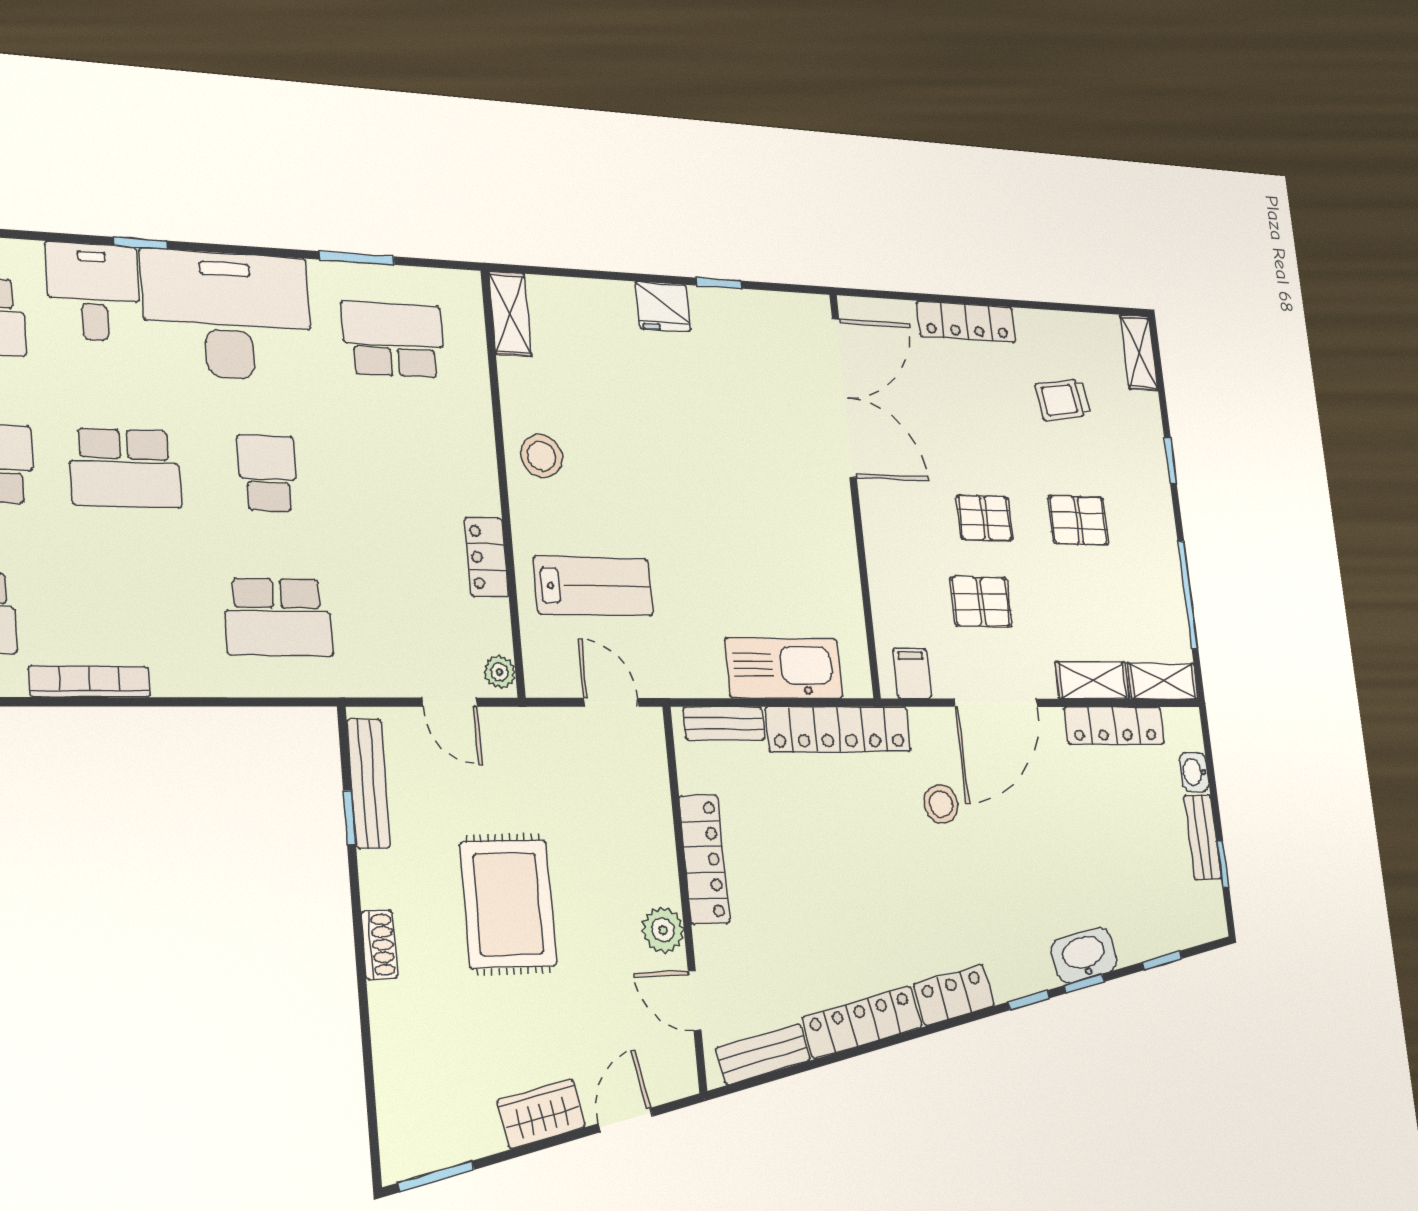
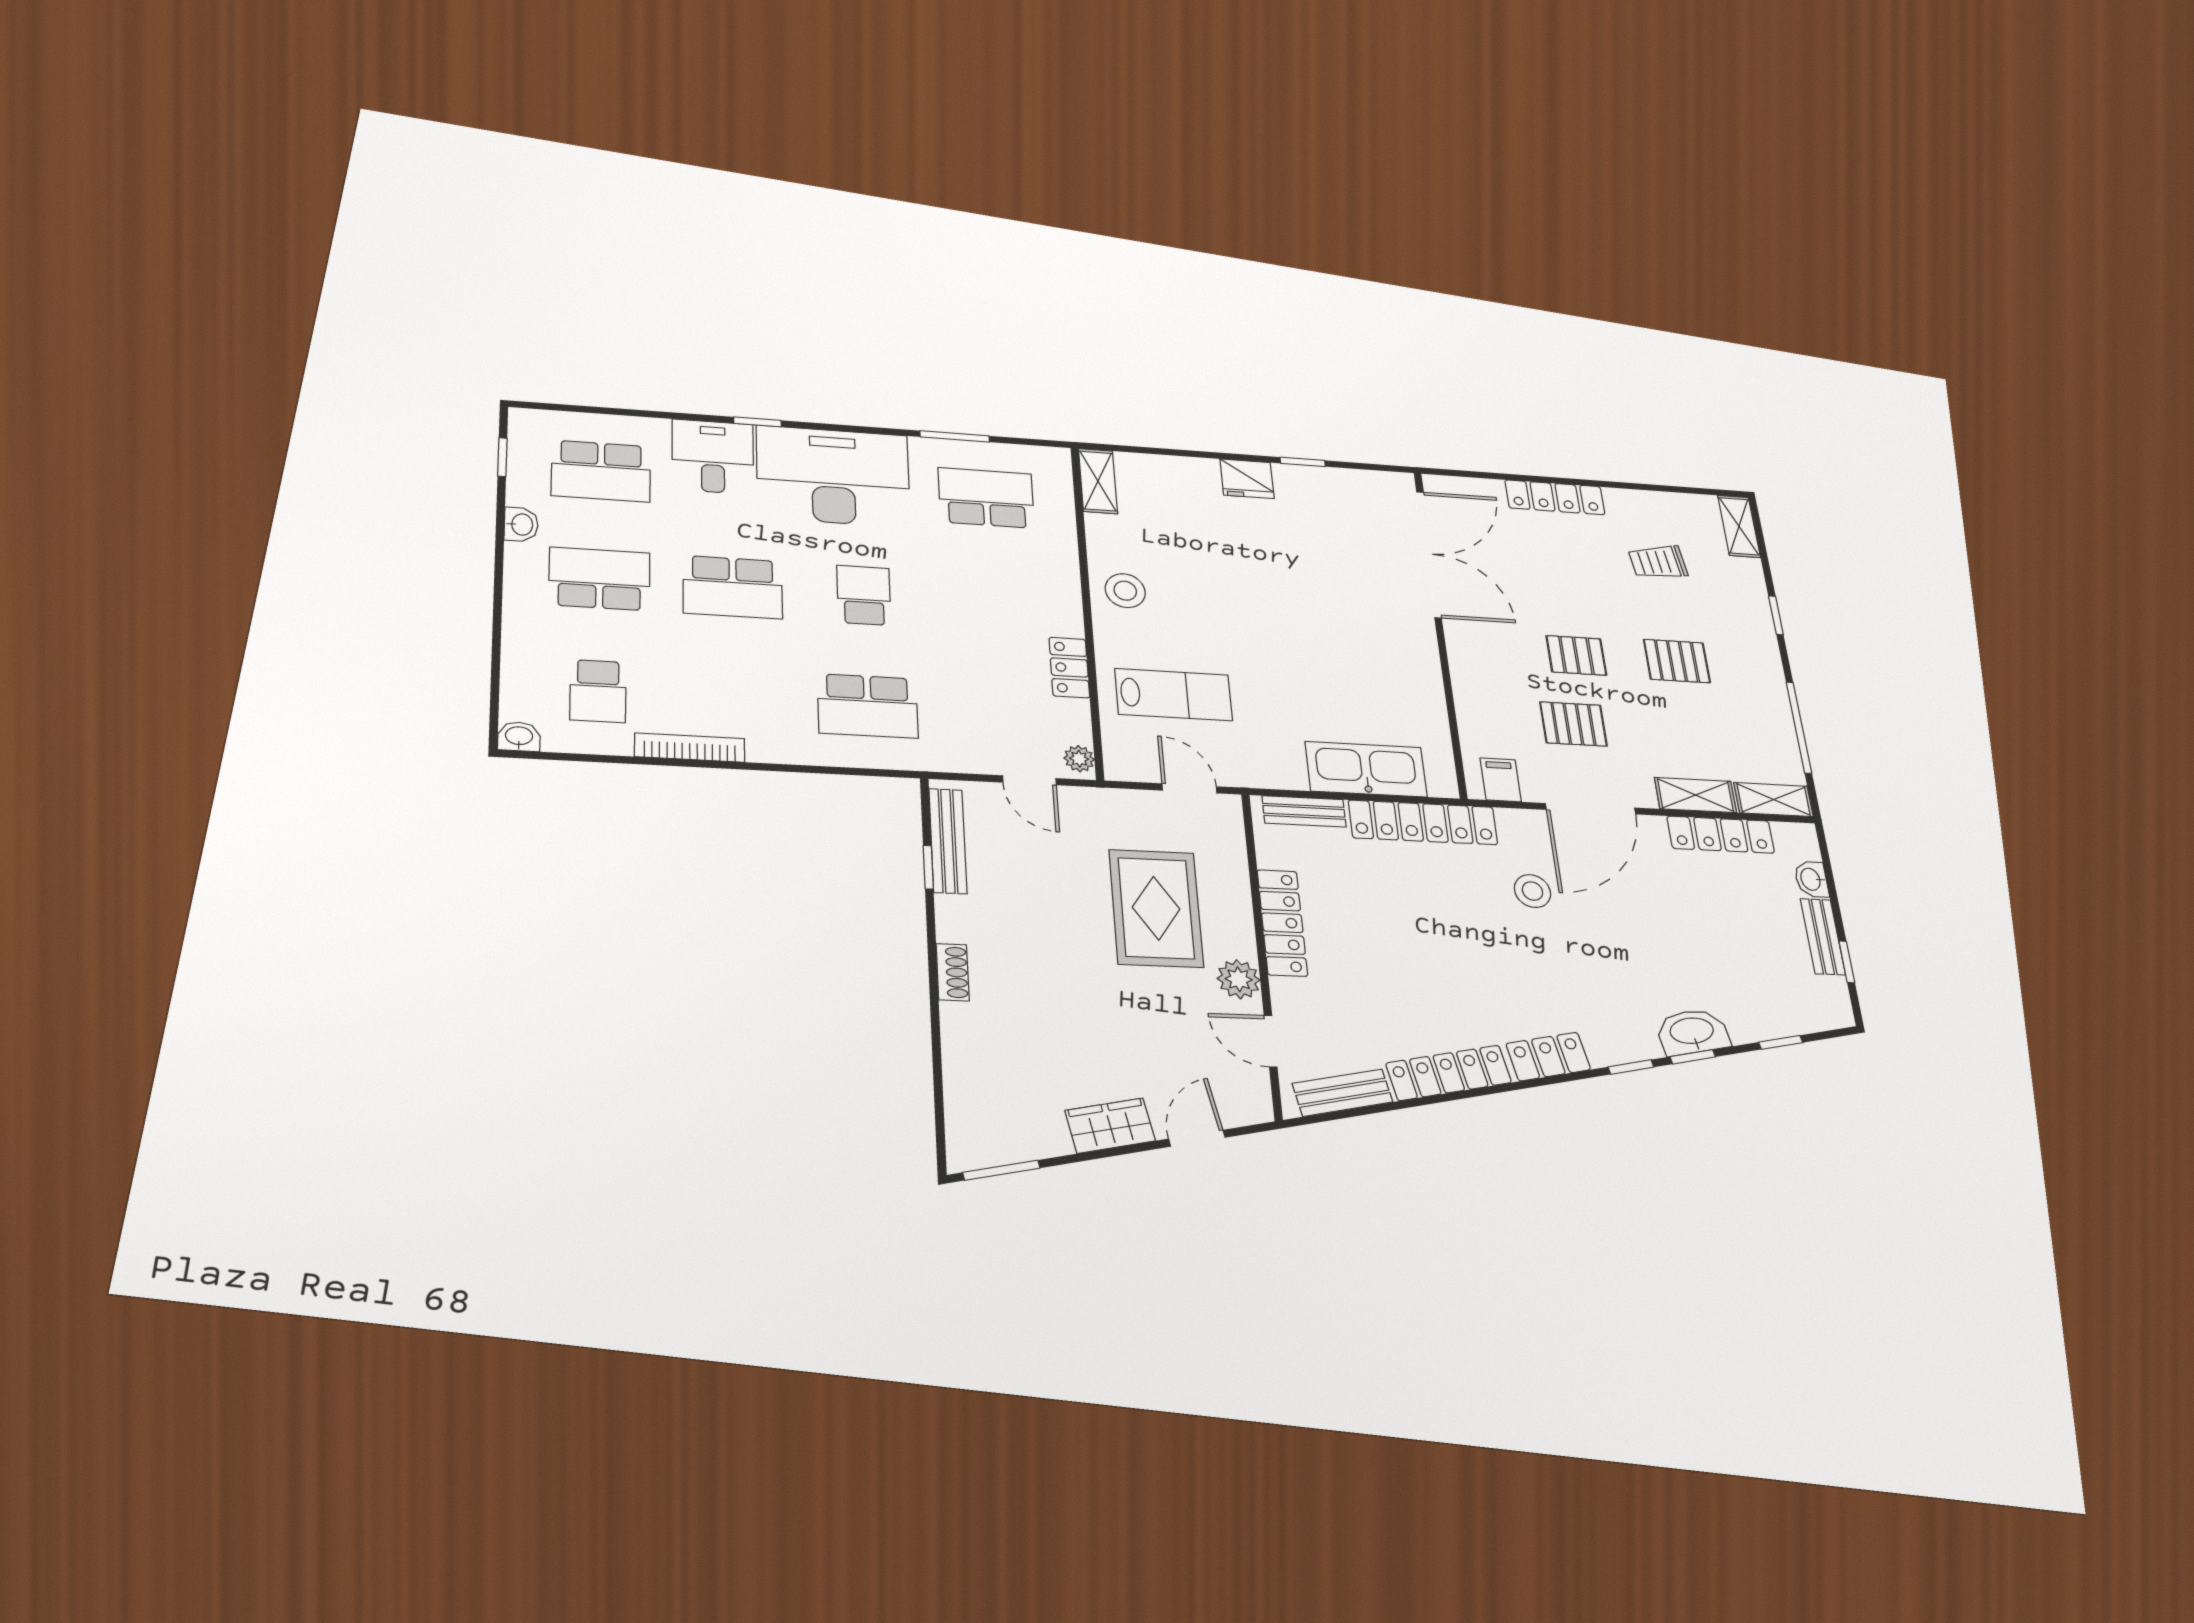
rug: (508, 904) -> (1156, 908), moved

